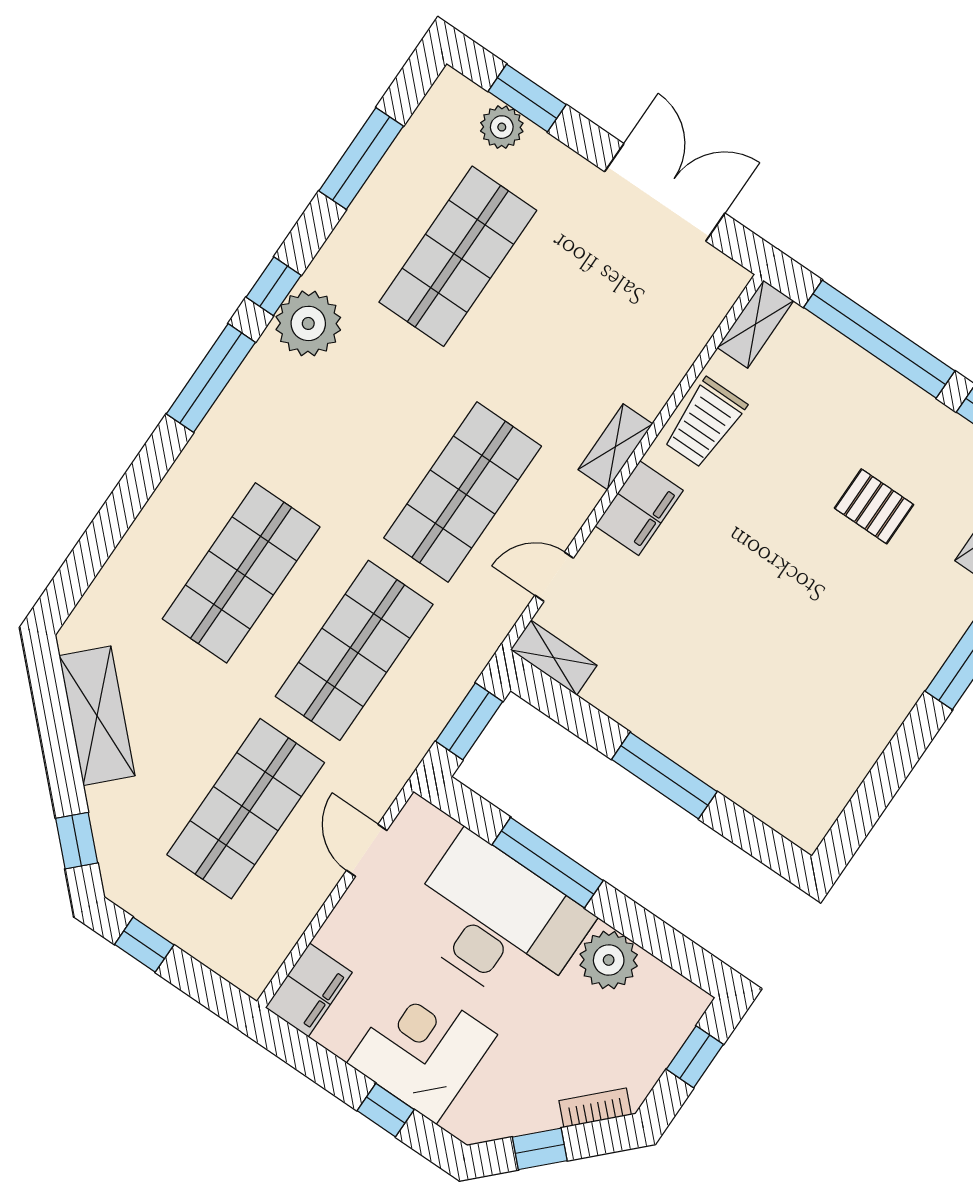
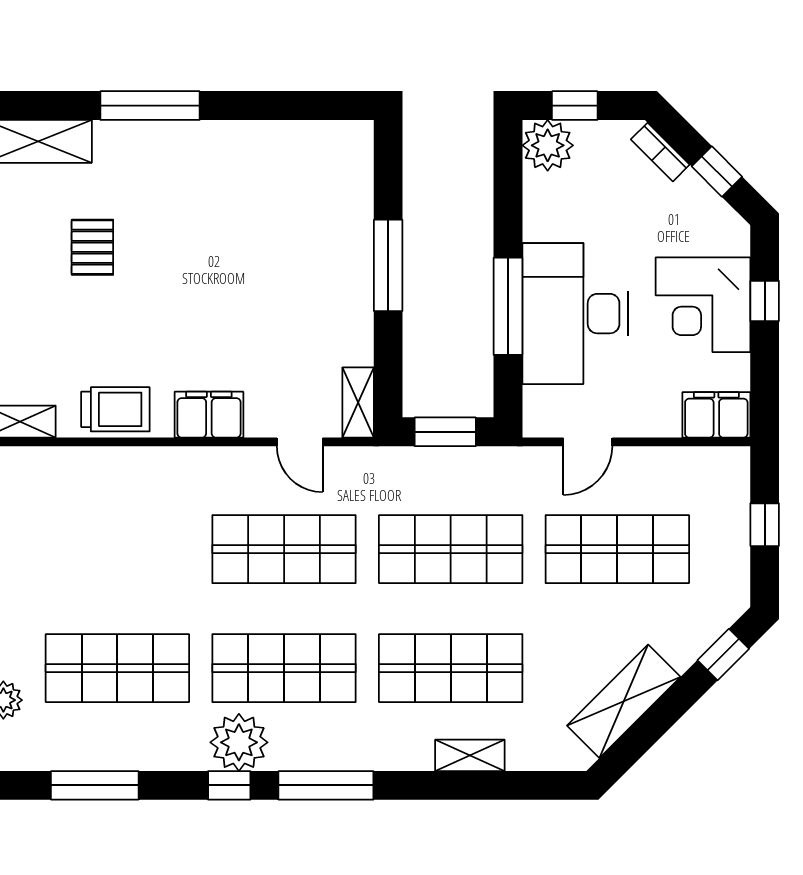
shop shelf: (349, 415) -> (284, 668), added
shelving: (615, 447) -> (470, 755), moved
window: (144, 945) -> (765, 525), moved
plant: (609, 960) -> (548, 145), moved

